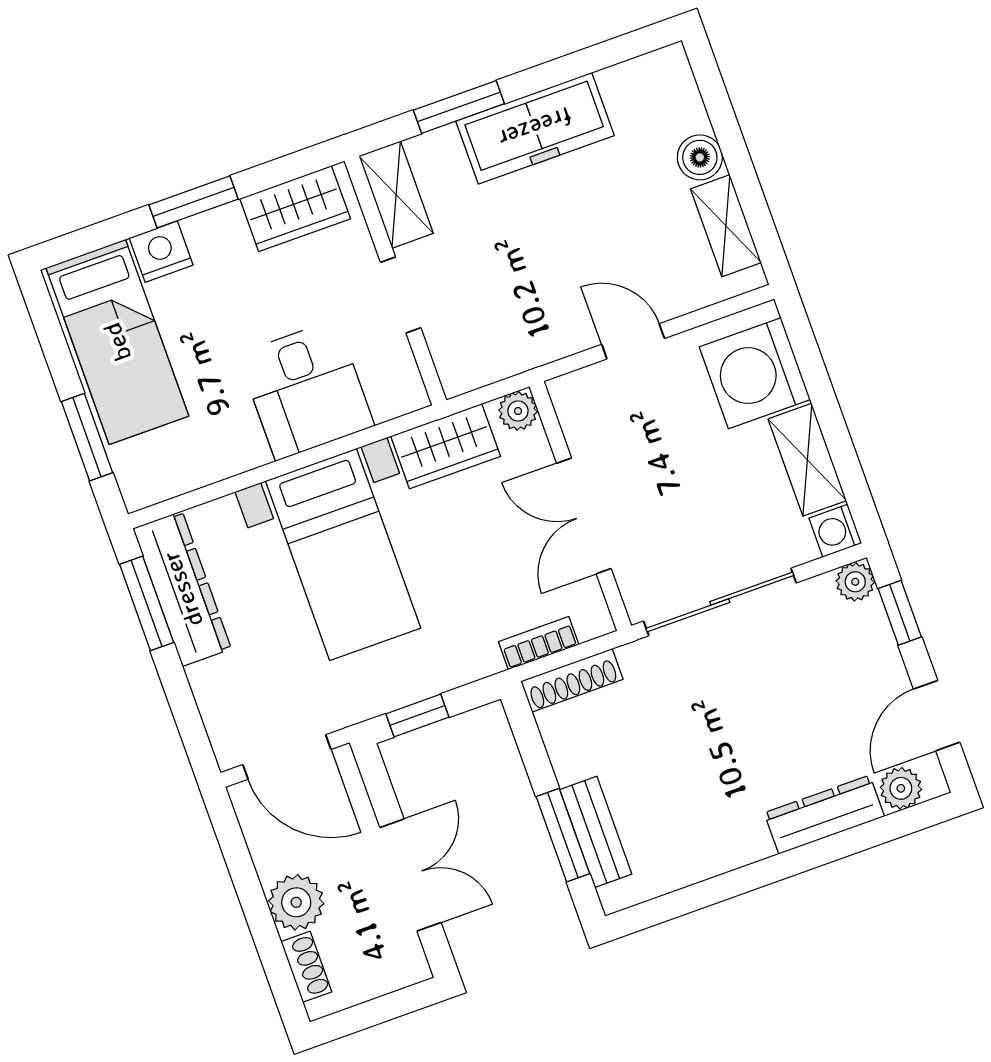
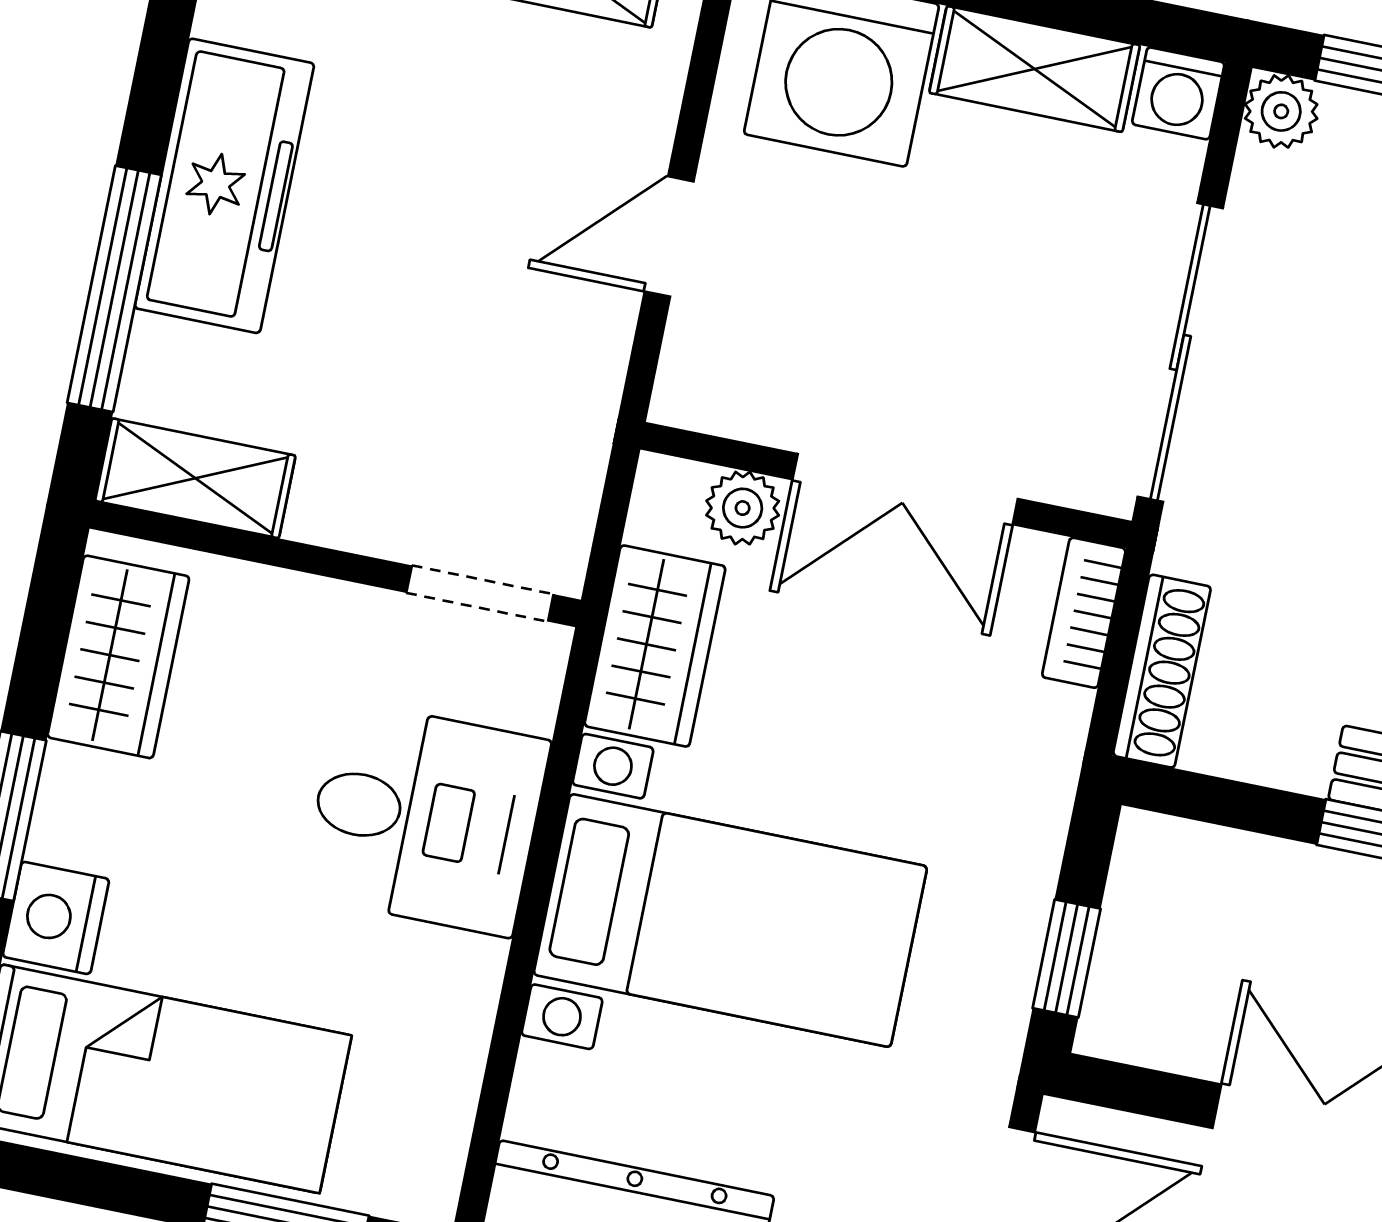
window: (459, 107) -> (114, 289), width x1.44
doorway: (401, 295) -> (480, 594), moved
plant: (518, 411) -> (743, 508), moved
bookcase: (539, 643) -> (1084, 613), moved

